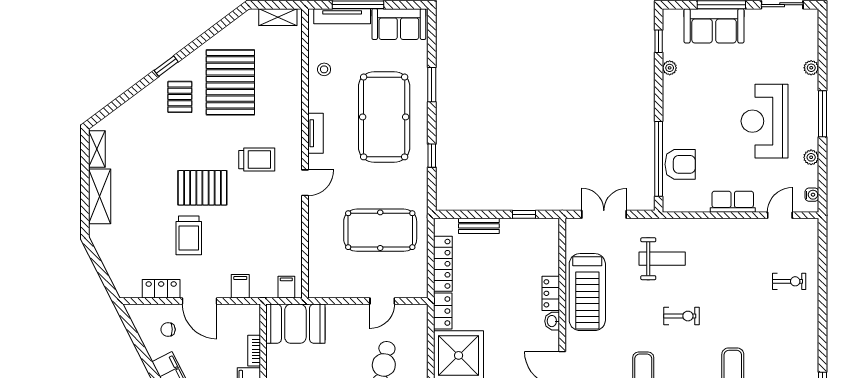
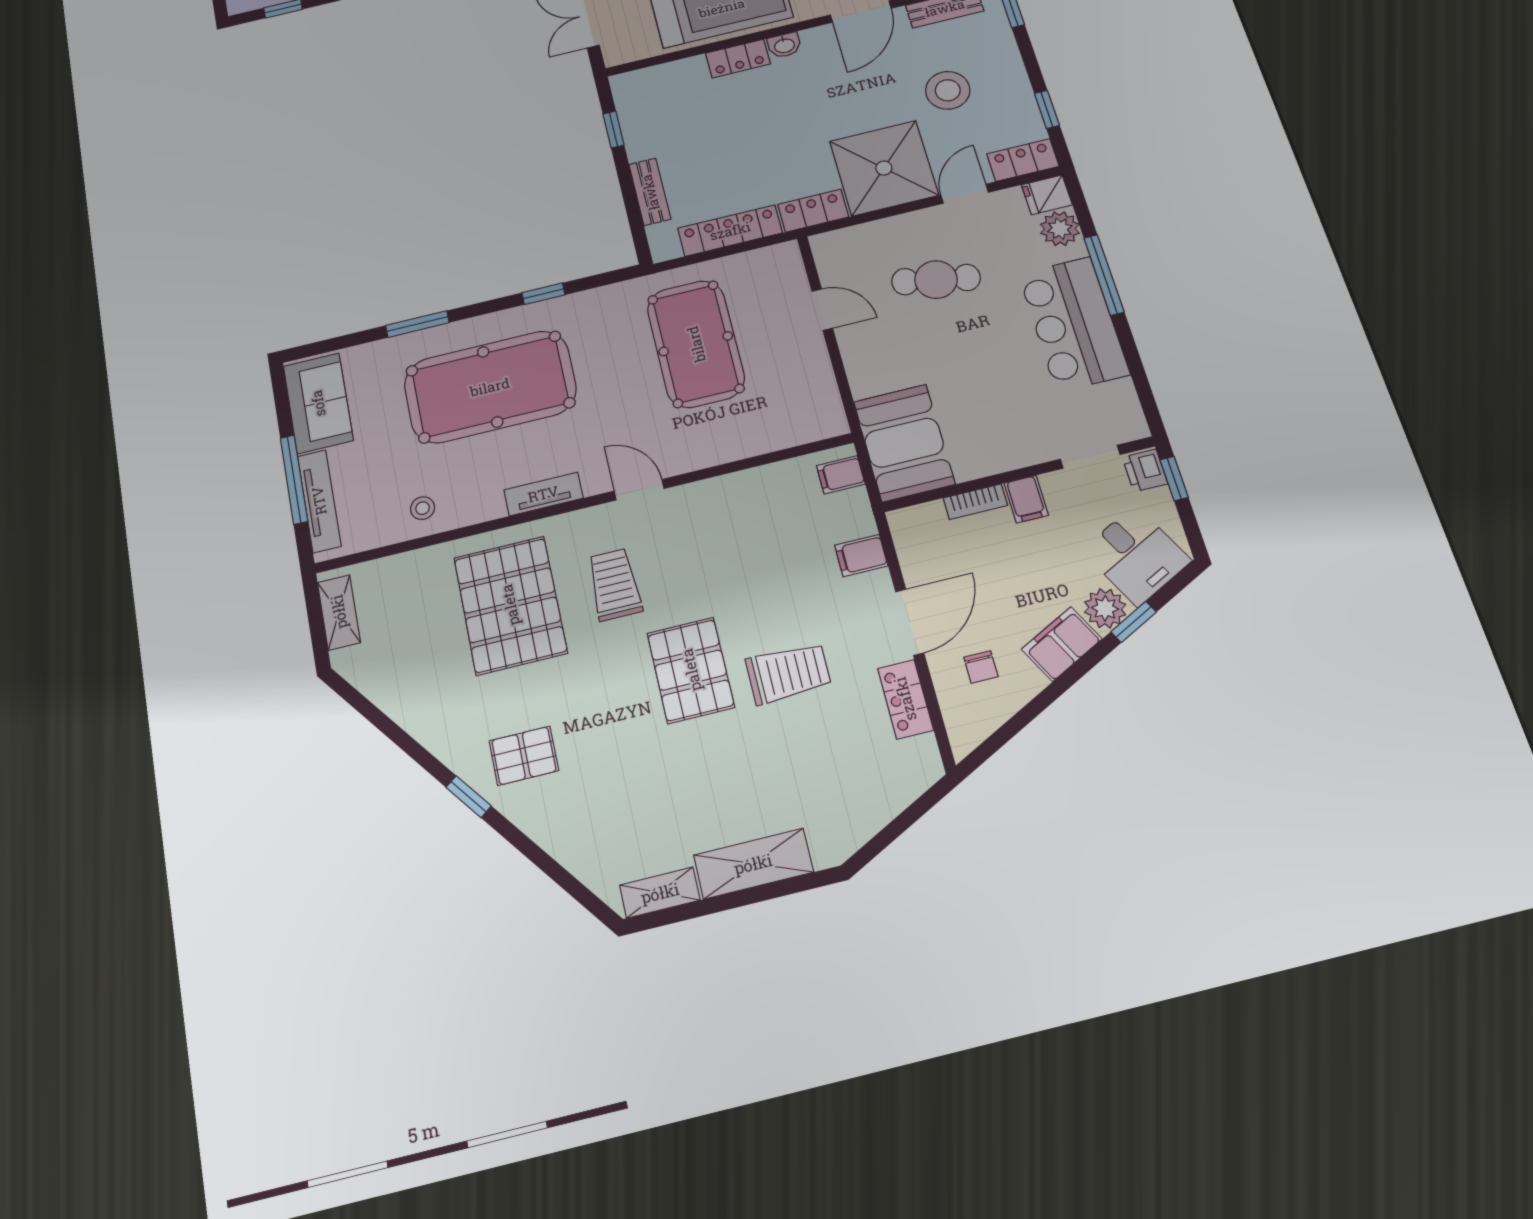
pallet: (230, 82) -> (510, 605), moved, turned 90

